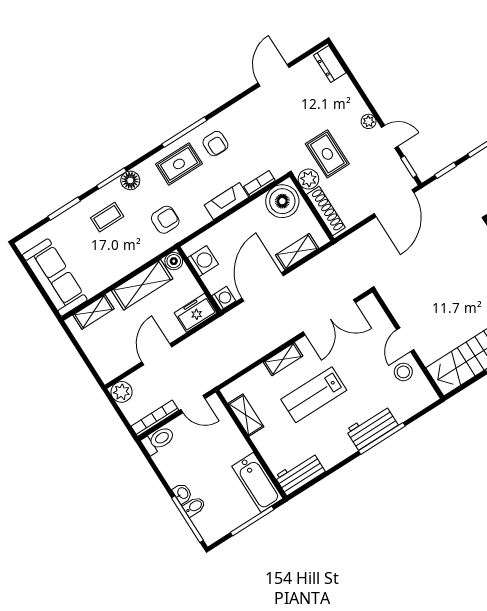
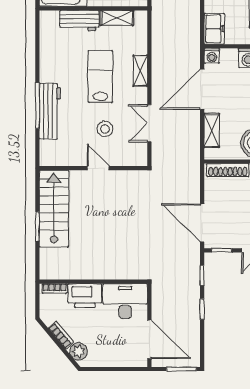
door: (263, 287) -> (202, 89), swing flipped
double door: (329, 317) -> (149, 123), width x0.73
stool: (403, 372) -> (105, 129), moved
workbench: (372, 427) -> (50, 111), width x1.38
workbench: (300, 474) -> (79, 20), moved, turned 90

